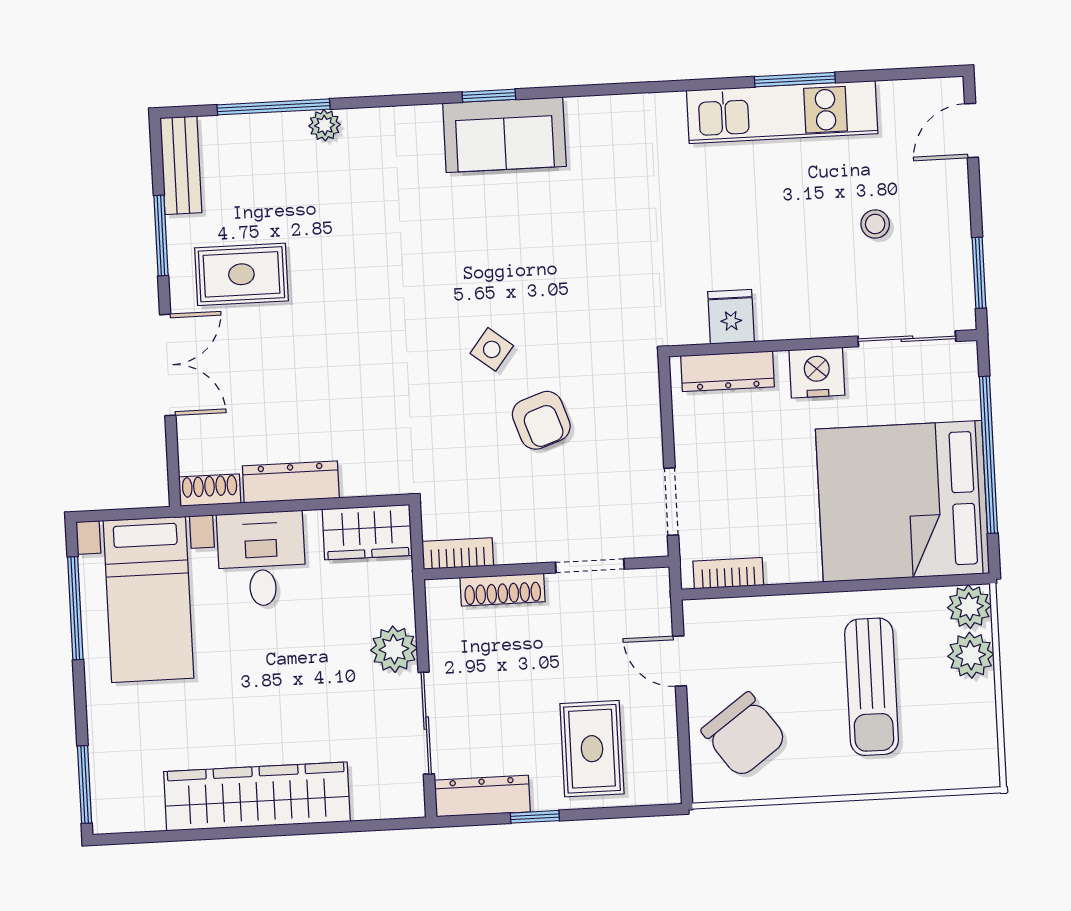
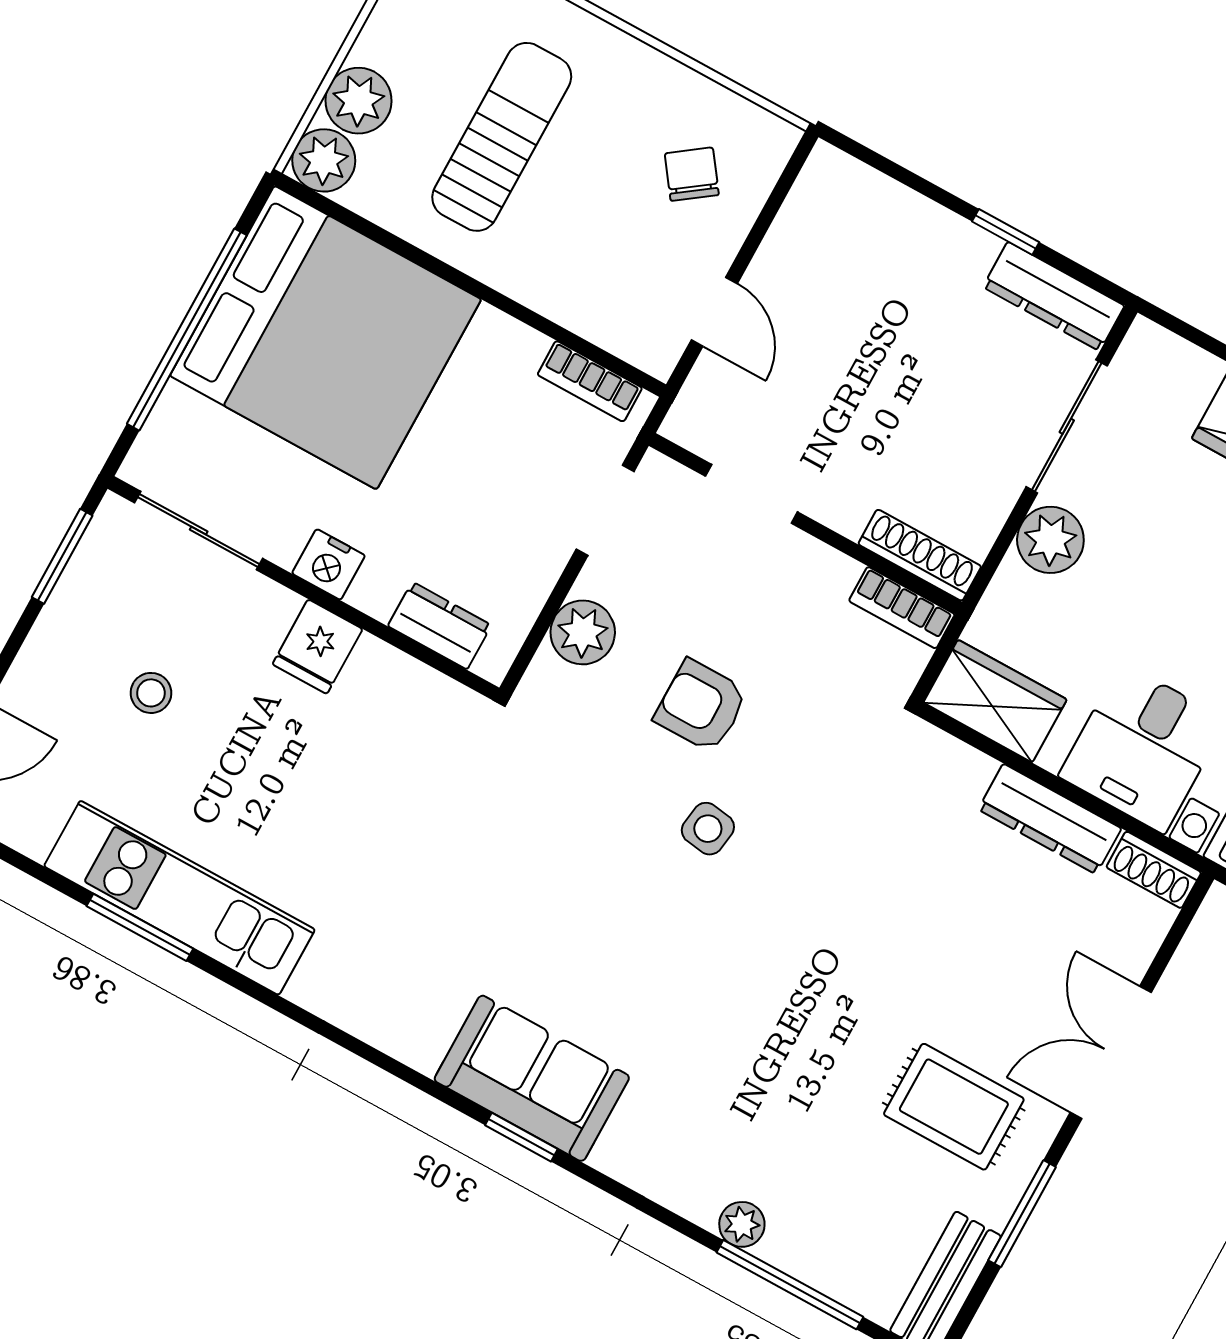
fridge: (731, 317) -> (317, 647), moved
side table: (492, 349) -> (708, 829), turned -30
dresser: (727, 371) -> (440, 626), width x0.70
nightstand: (817, 373) -> (329, 564), width x0.74, depth x0.75
armchair: (541, 420) -> (701, 706), turned -71
plant: (639, 420) -> (583, 632), added
shoe rack: (503, 590) -> (920, 555), moved
chair: (744, 735) -> (692, 174), width x0.54, depth x0.54
rug: (592, 749) -> (886, 271), removed

